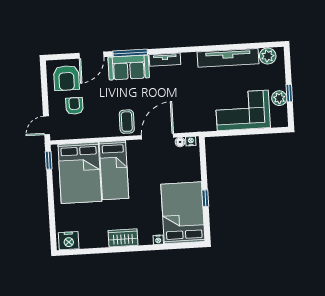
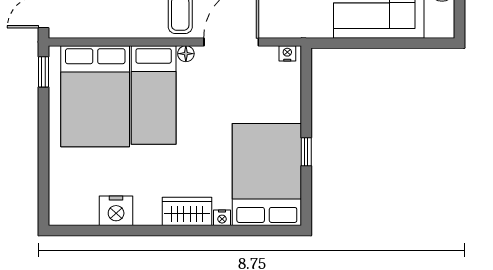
floor lamp: (180, 142) -> (186, 54), moved
wardrobe: (123, 238) -> (187, 211), moved
nightstand: (69, 241) -> (116, 211), moved

